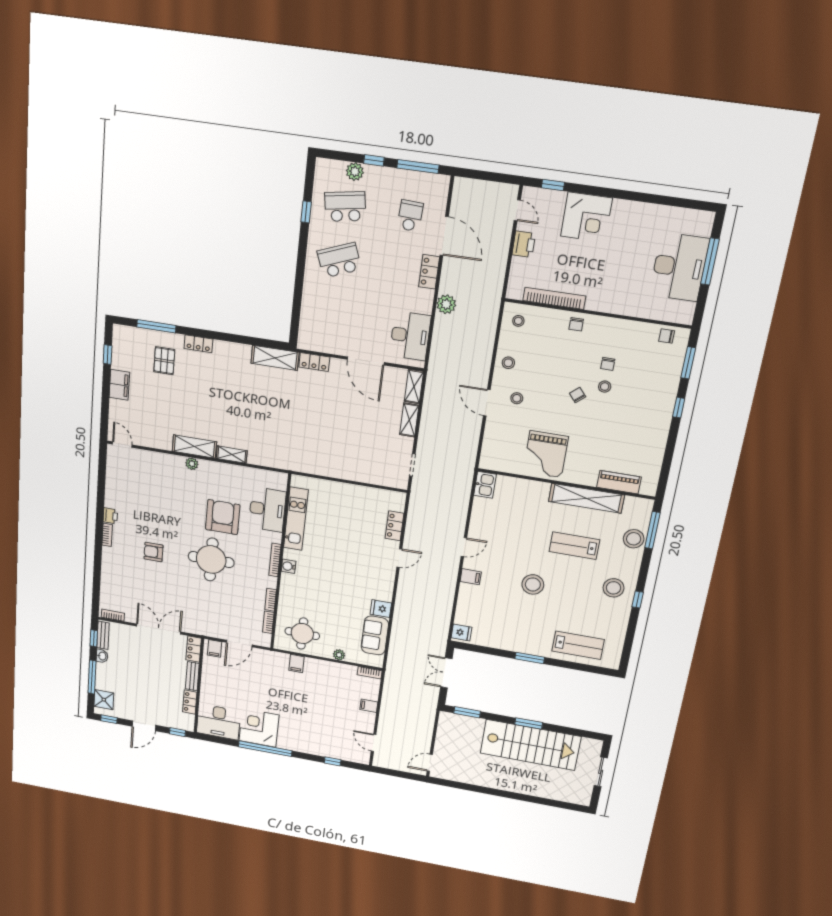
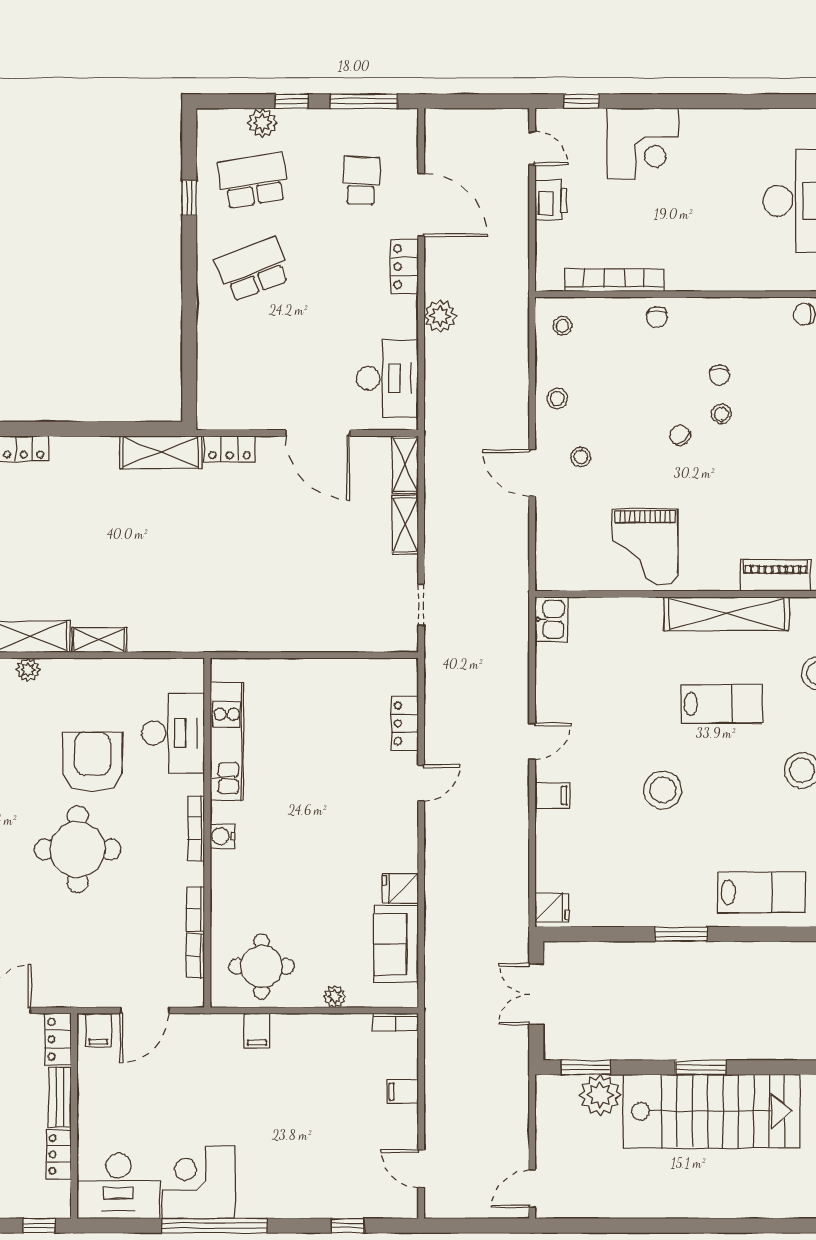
lab bench: (574, 546) -> (722, 704), turned 180
plant: (472, 726) -> (600, 1095), added

